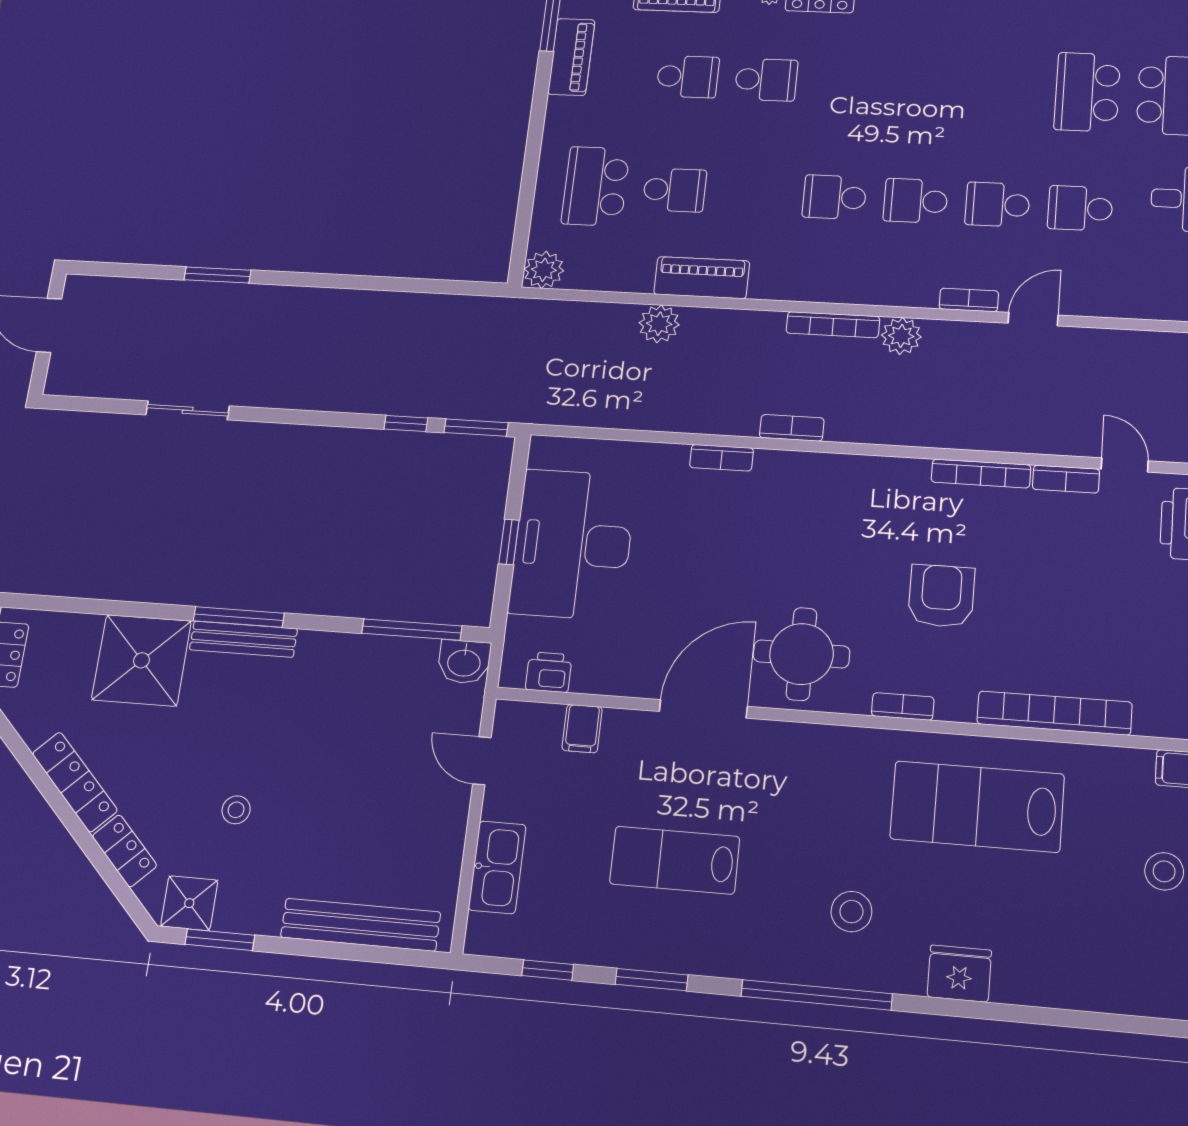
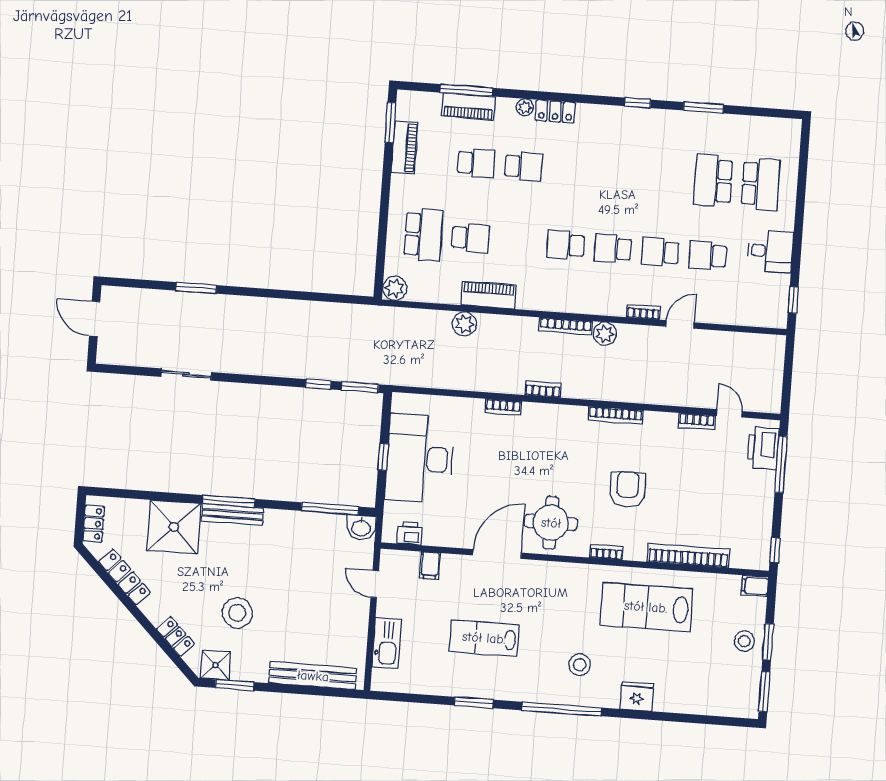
school desk: (596, 186) -> (423, 235), turned 180
bookcase: (981, 474) -> (616, 415), moved
locker: (75, 782) -> (124, 577), moved
stool: (236, 810) -> (237, 613), width x1.89, depth x1.89
window: (548, 970) -> (417, 698), removed

